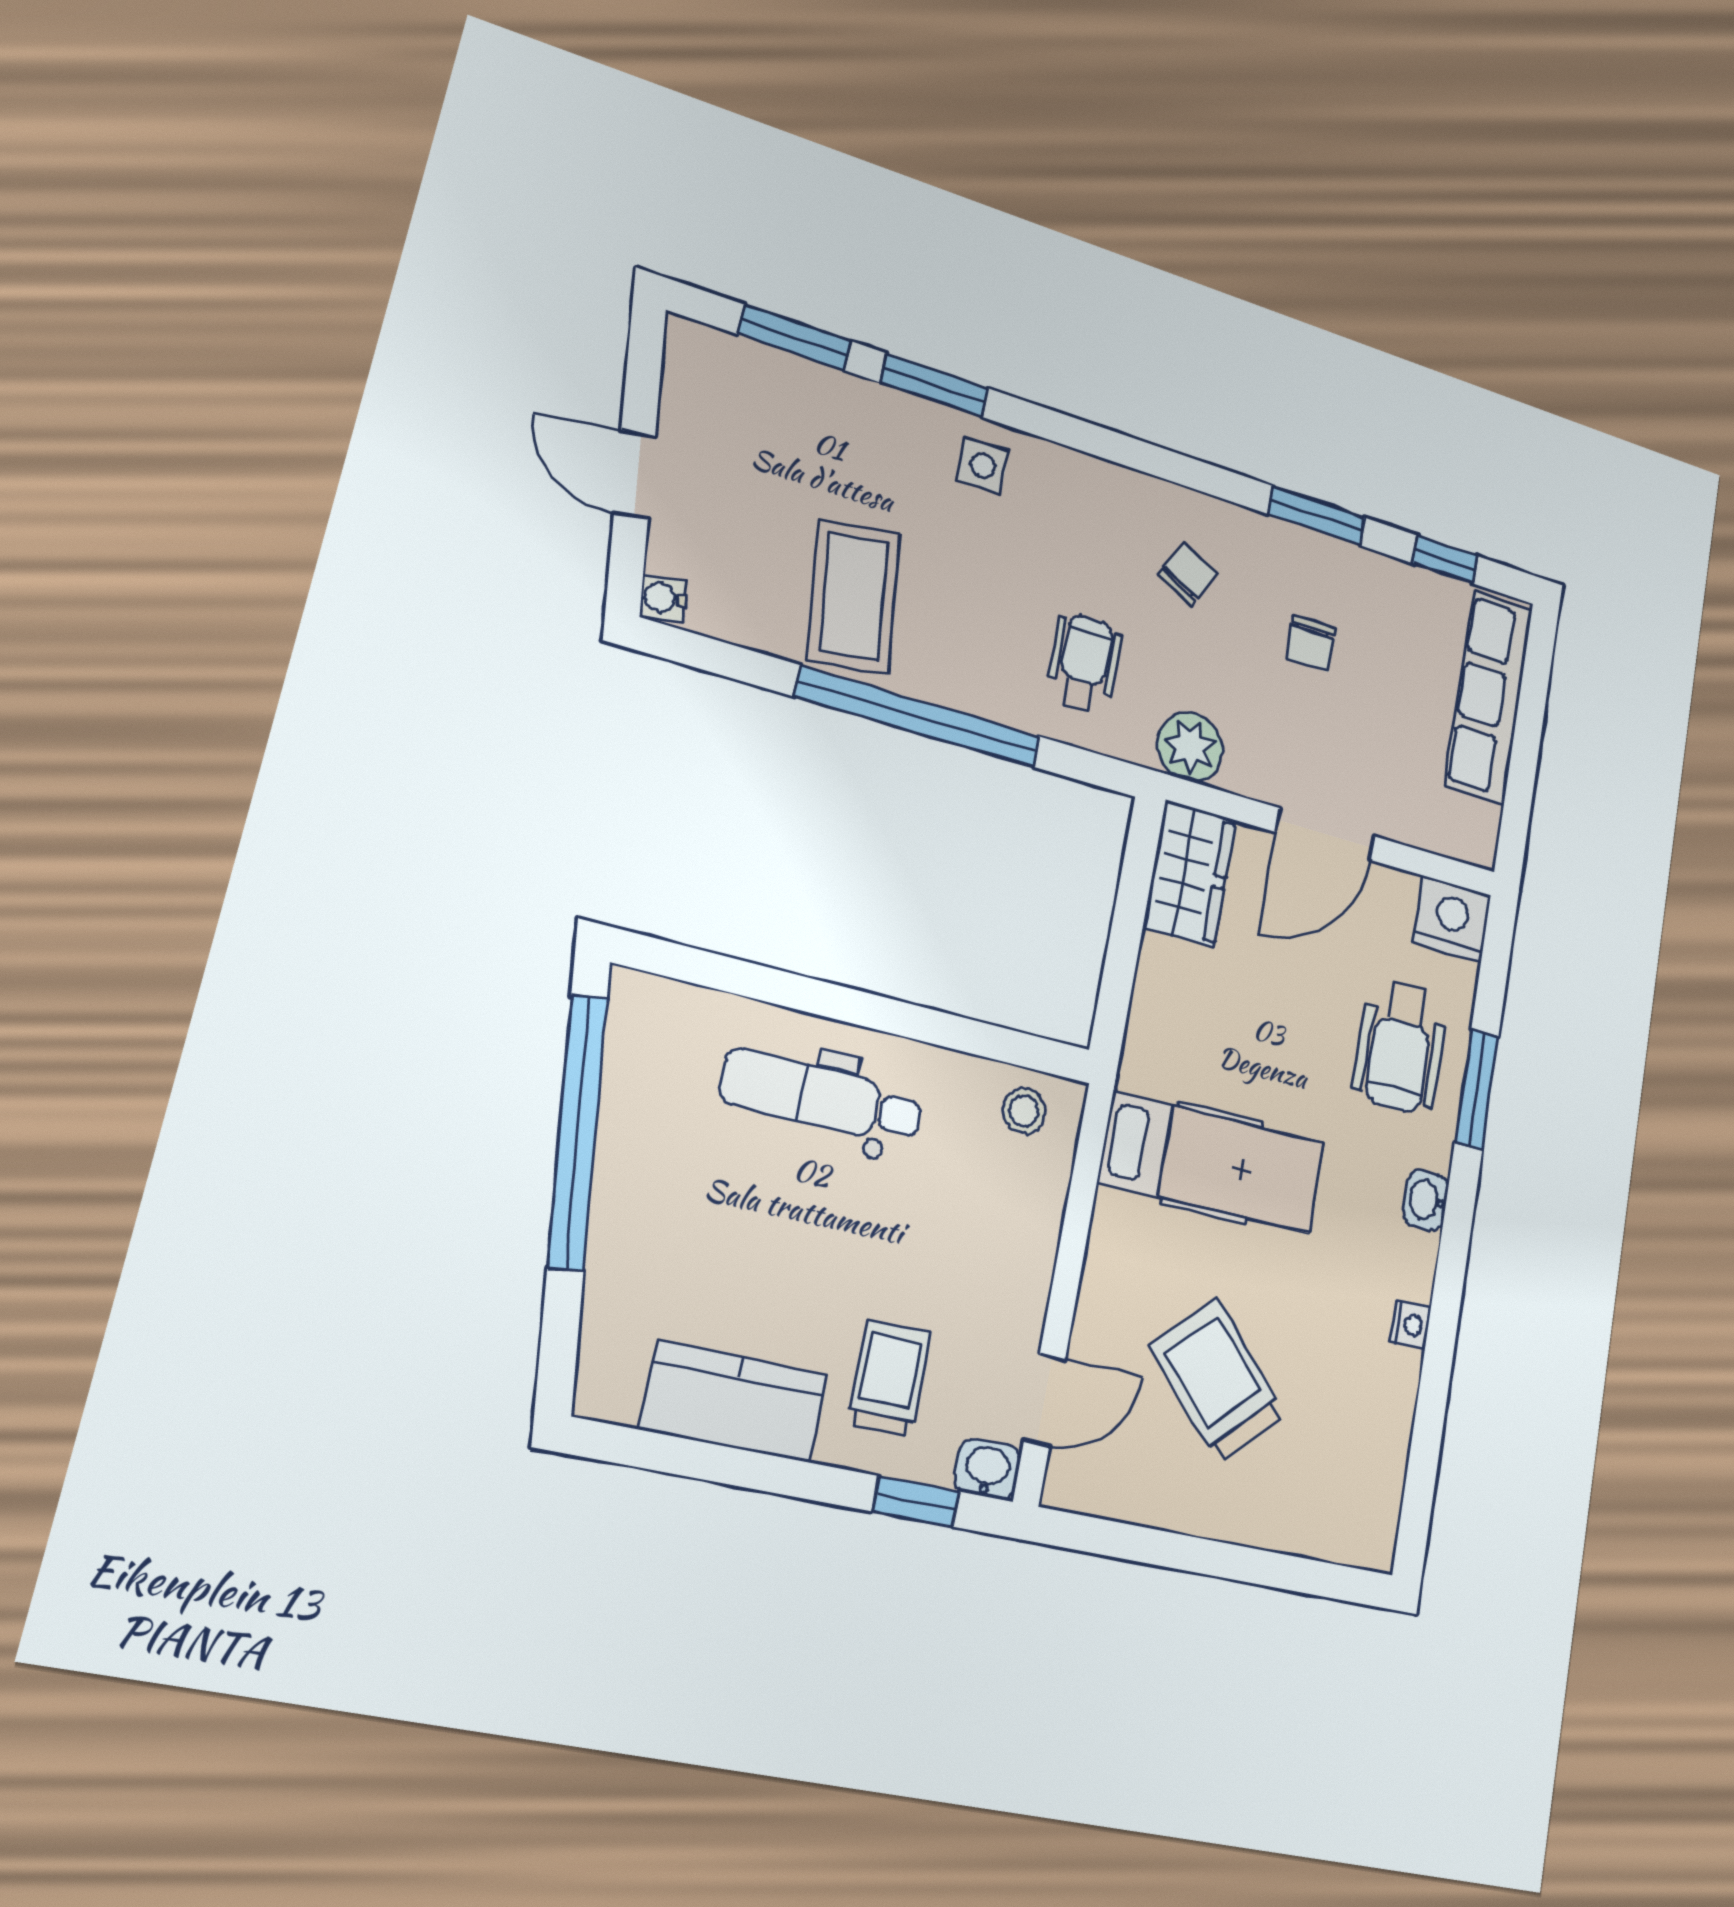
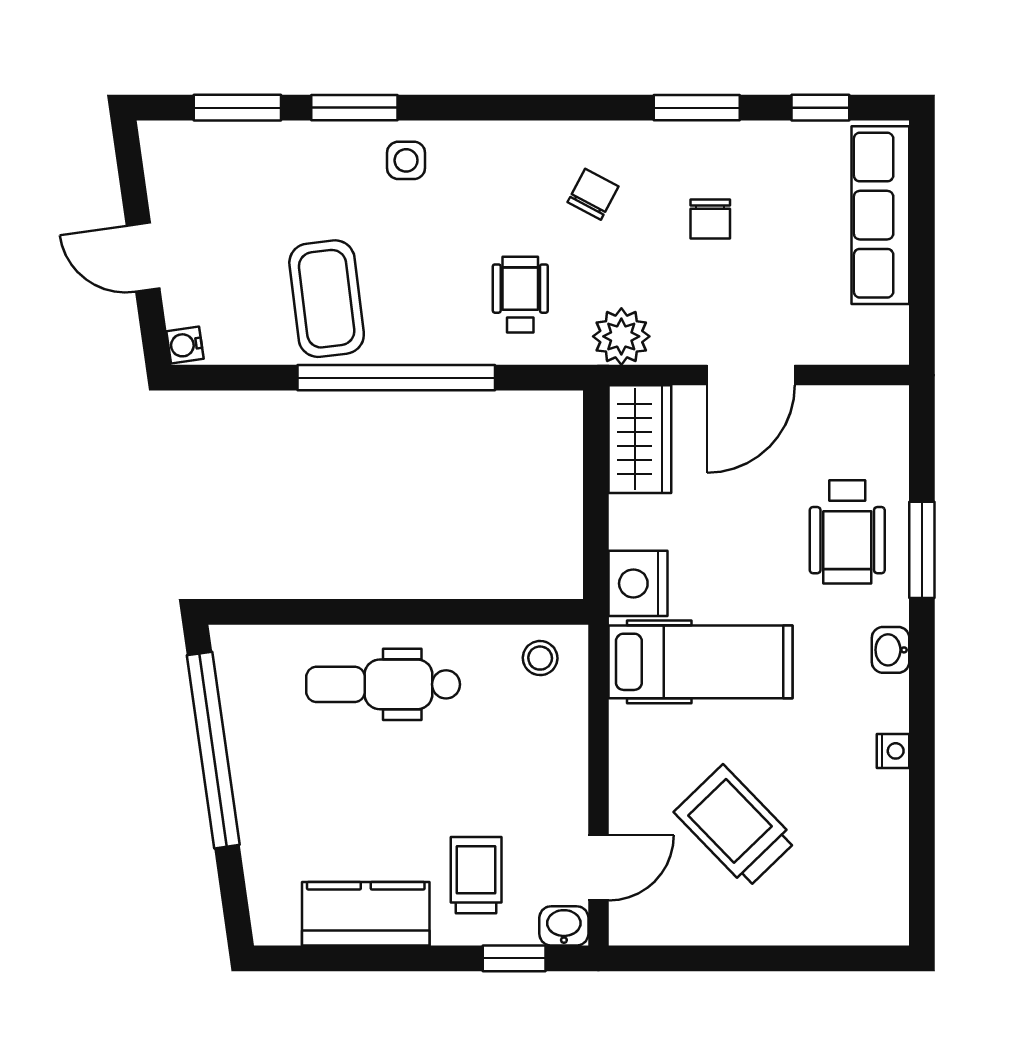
nightstand: (1452, 919) -> (638, 583), moved, turned -90

